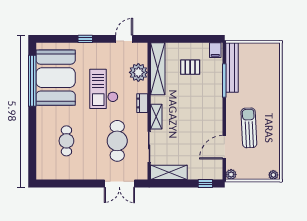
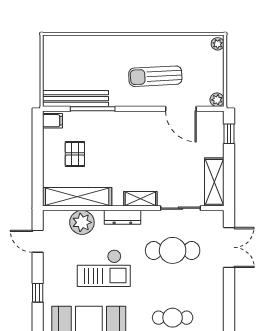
dresser: (142, 103) -> (122, 217), width x1.44

